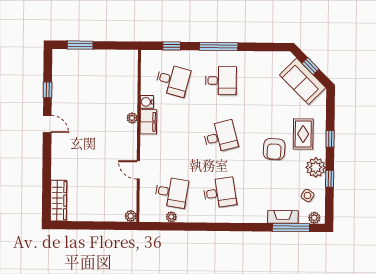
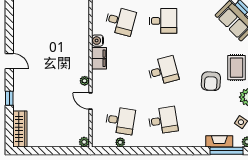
window: (48, 90) -> (9, 98), moved
plant: (132, 118) -> (85, 81), moved

